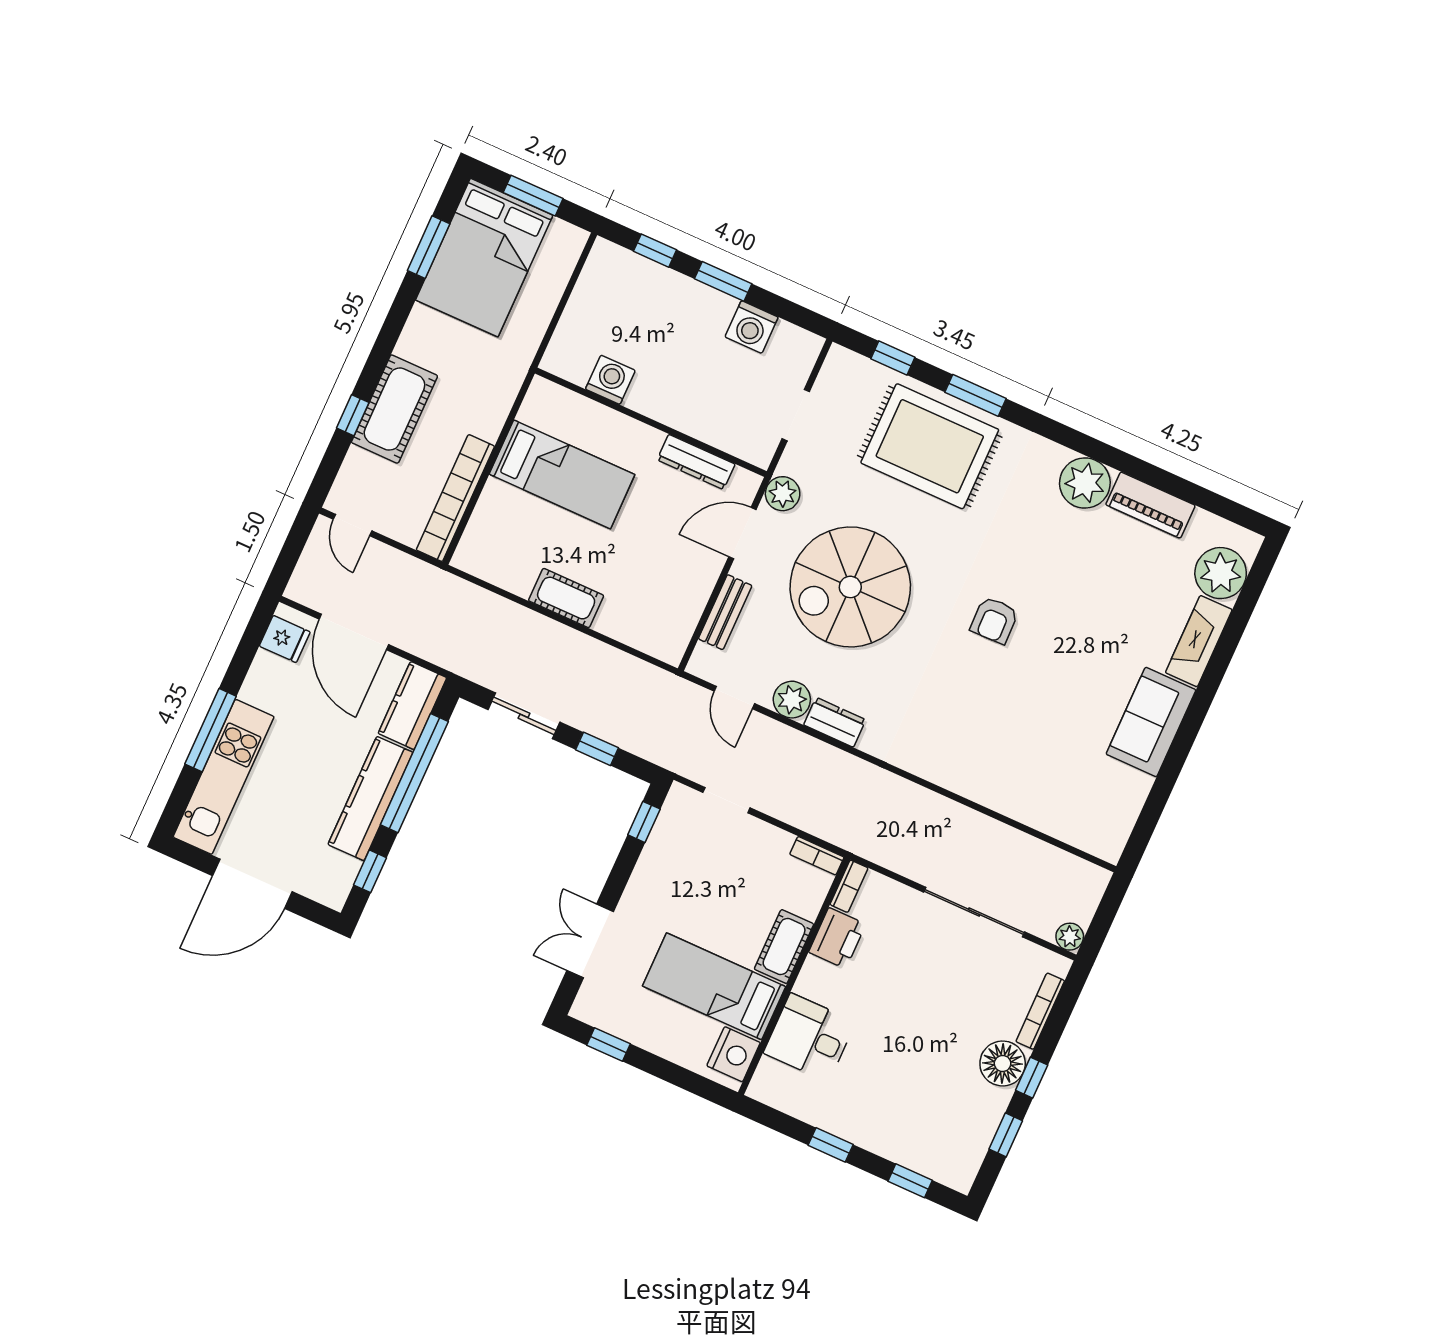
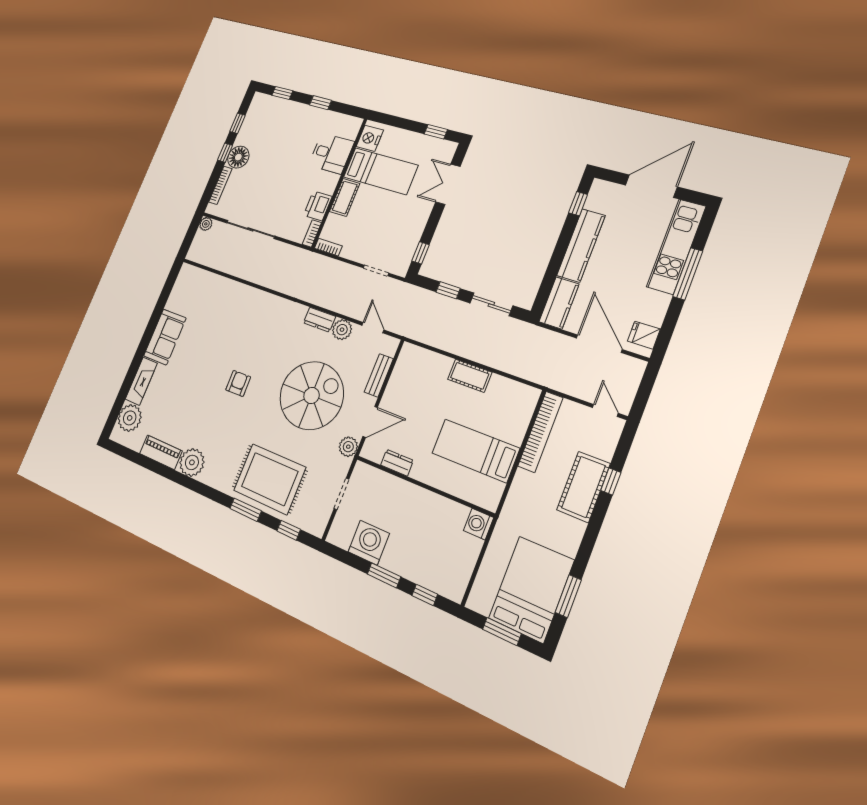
washing machine: (752, 327) -> (369, 543), width x1.37, depth x1.37
washing machine: (610, 380) -> (479, 524), moved, turned 90
dresser: (696, 462) -> (397, 463), width x0.70
window: (414, 773) -> (555, 263), removed
double door: (590, 941) -> (448, 184), swing flipped

